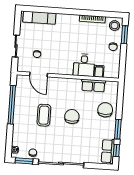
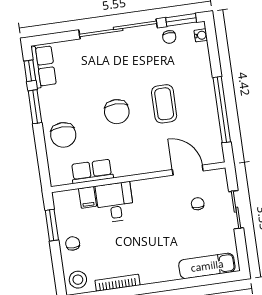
window: (124, 35) -> (52, 225), moved

